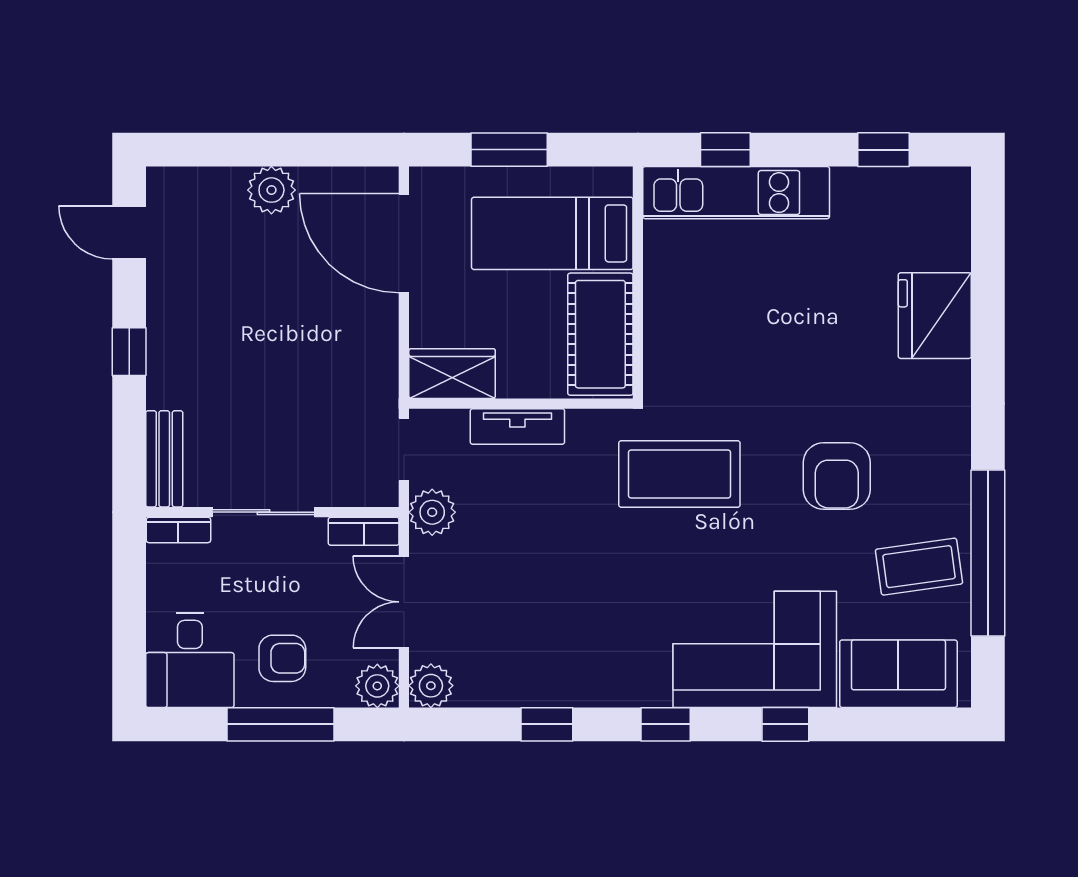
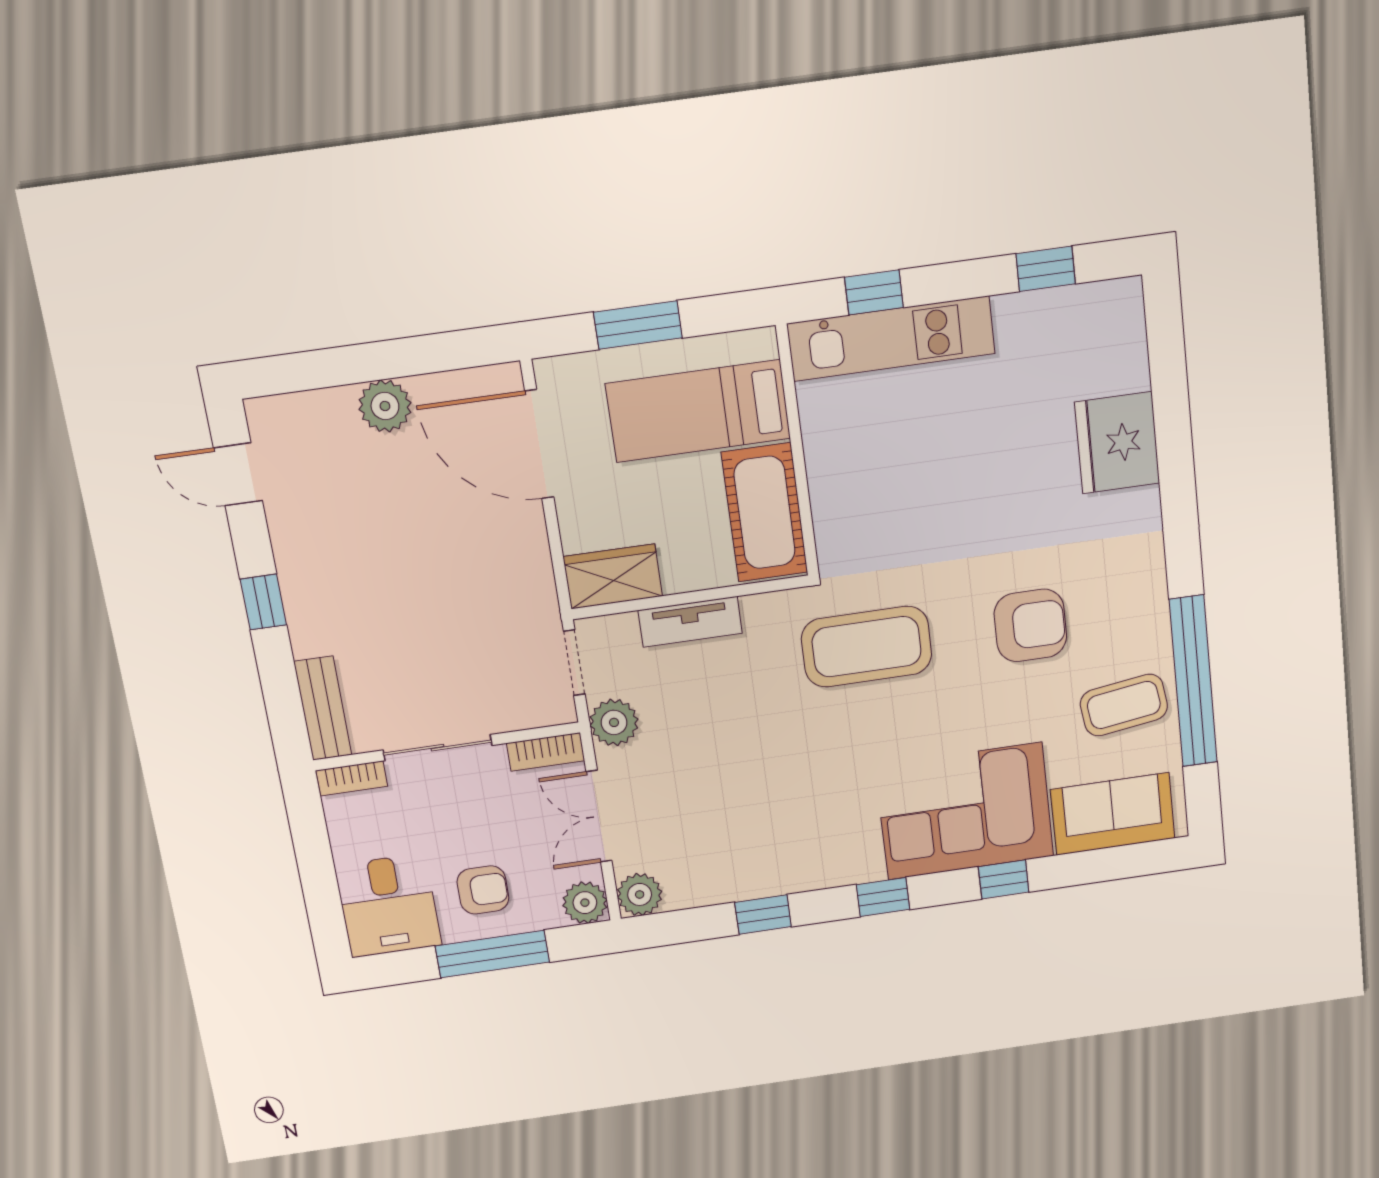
armchair: (837, 476) -> (1030, 625), turned -90

